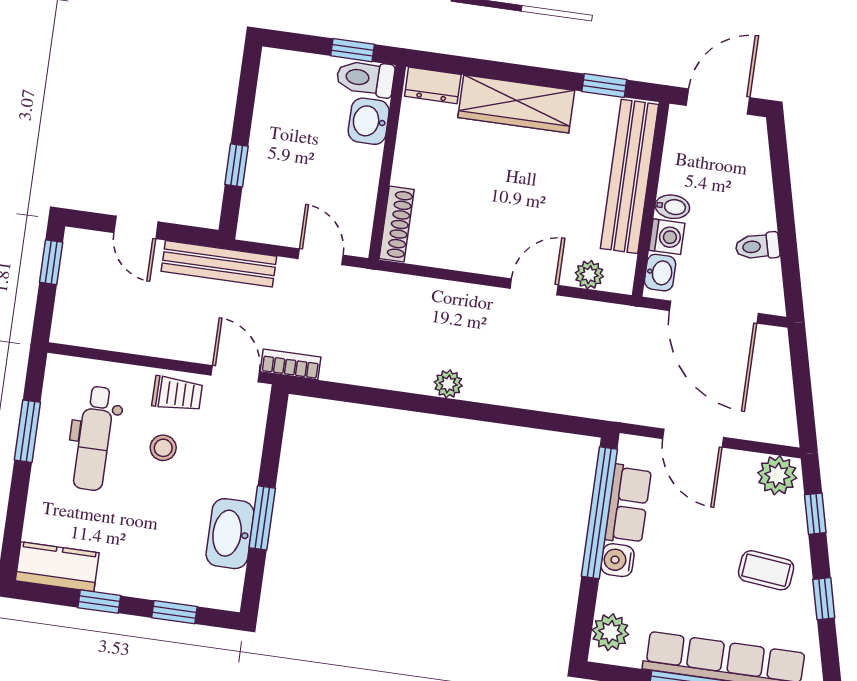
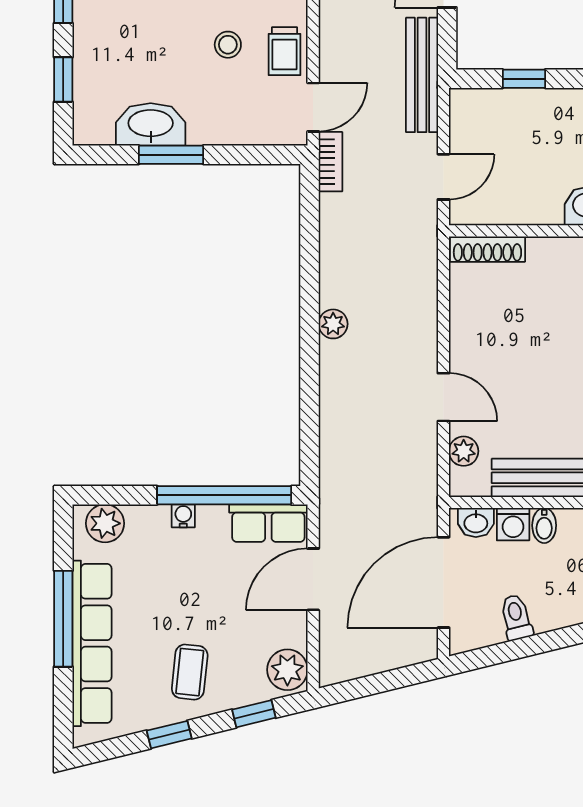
row of seats: (628, 504) -> (268, 523), moved
water cooler: (617, 560) -> (183, 516), width x0.72, depth x0.72

